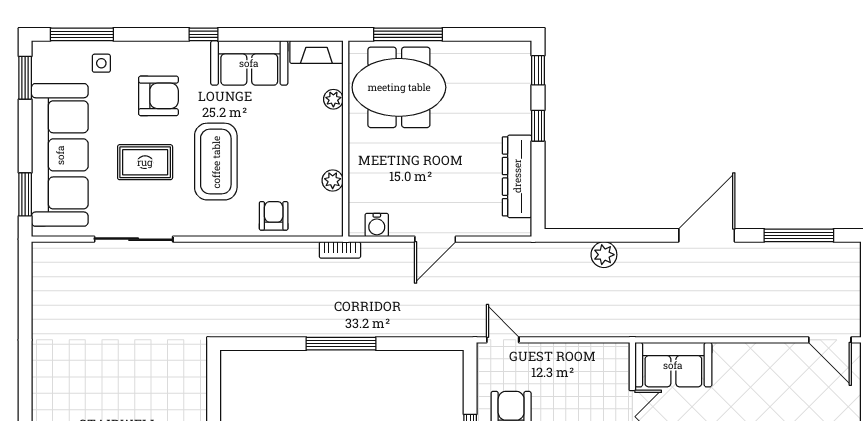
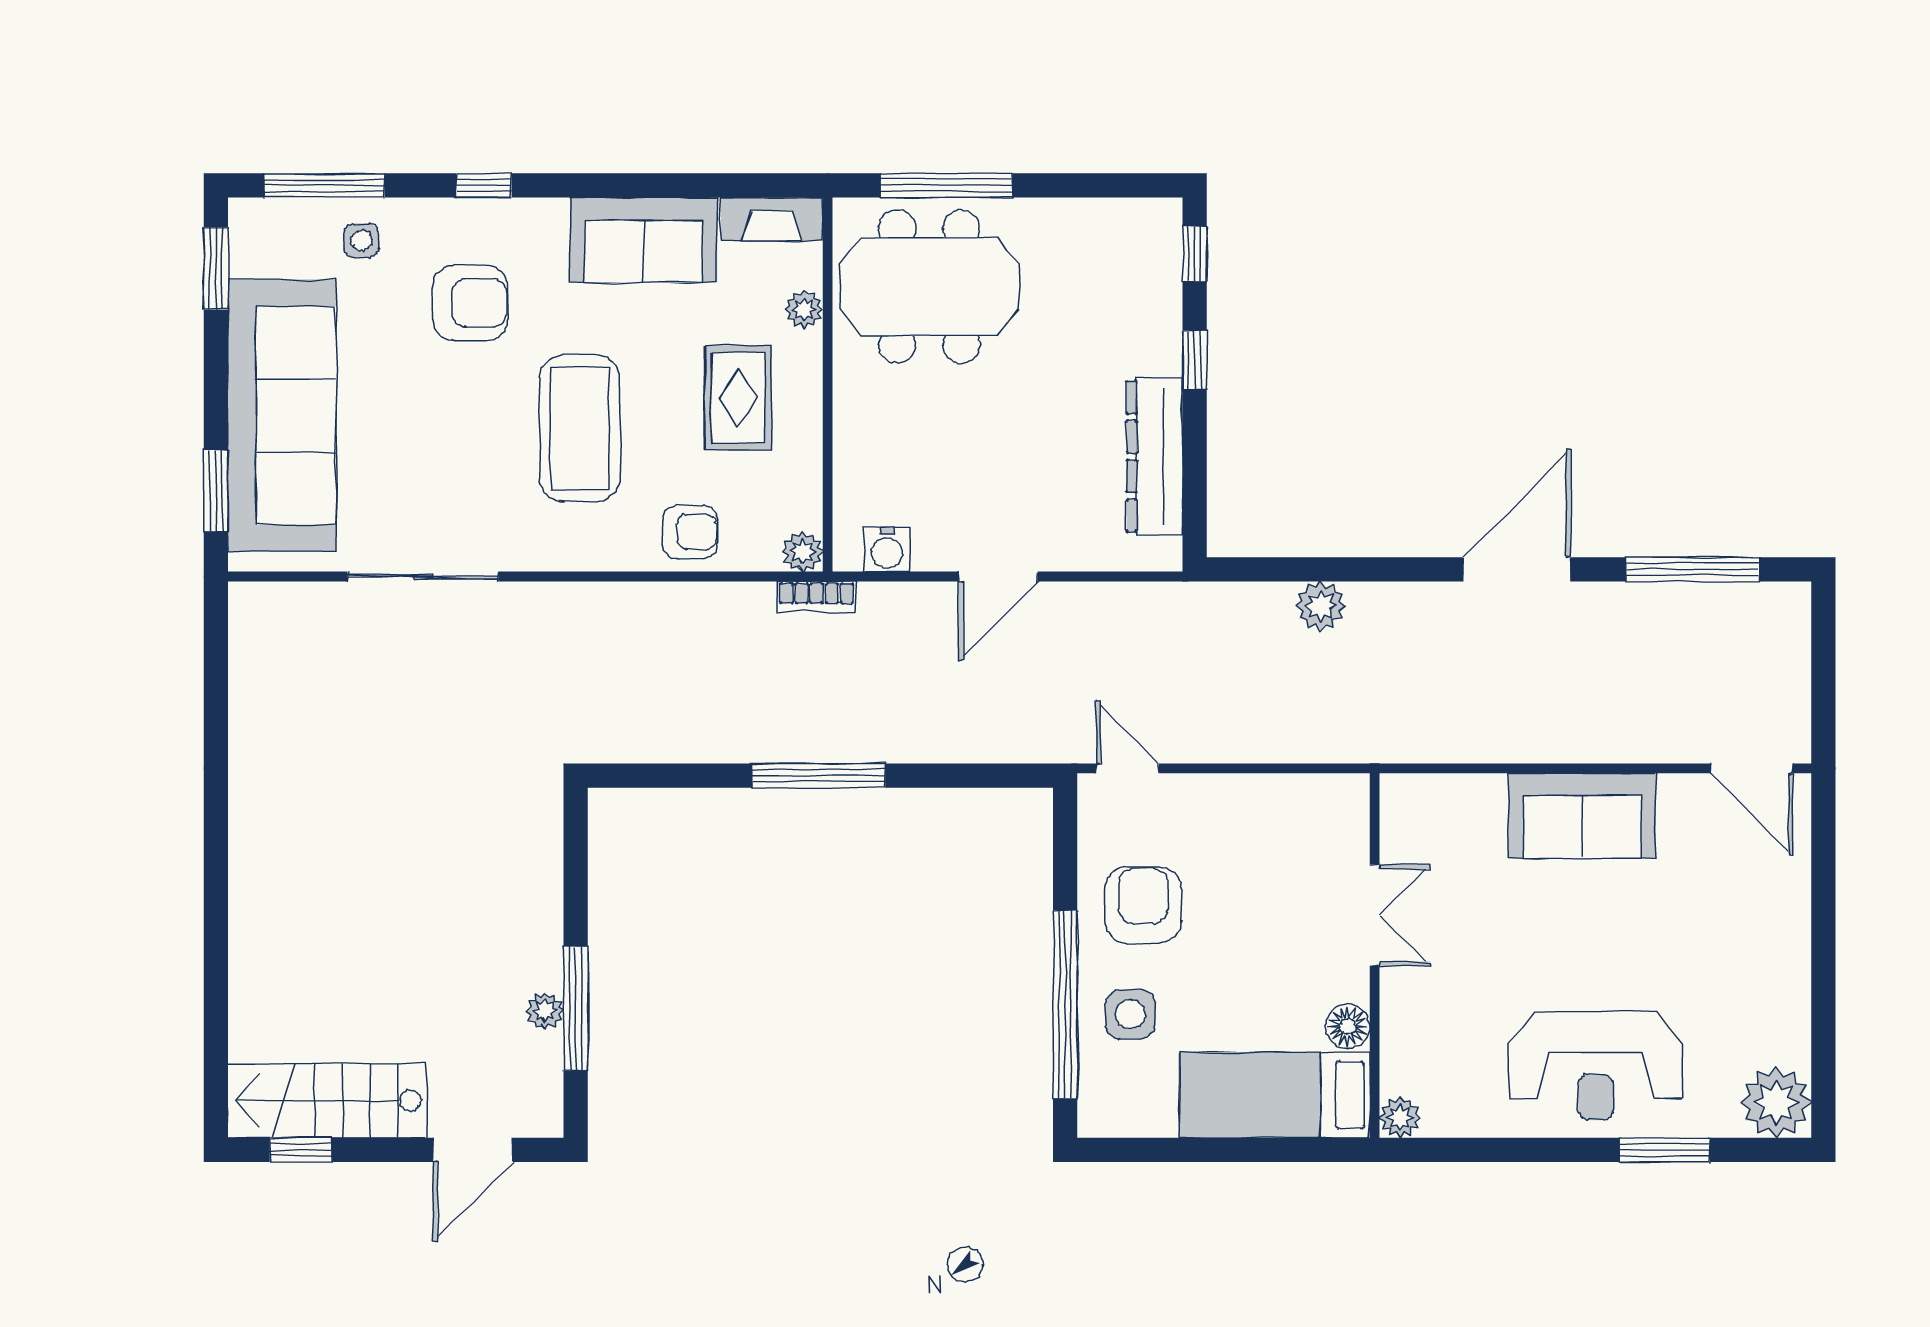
window: (204, 34) -> (484, 185), moved
rug: (145, 162) -> (738, 398), moved, turned 90
plant: (333, 180) -> (803, 552), moved
armchair: (274, 216) -> (690, 532), turned 90
sofa: (673, 365) -> (1582, 816), moved

